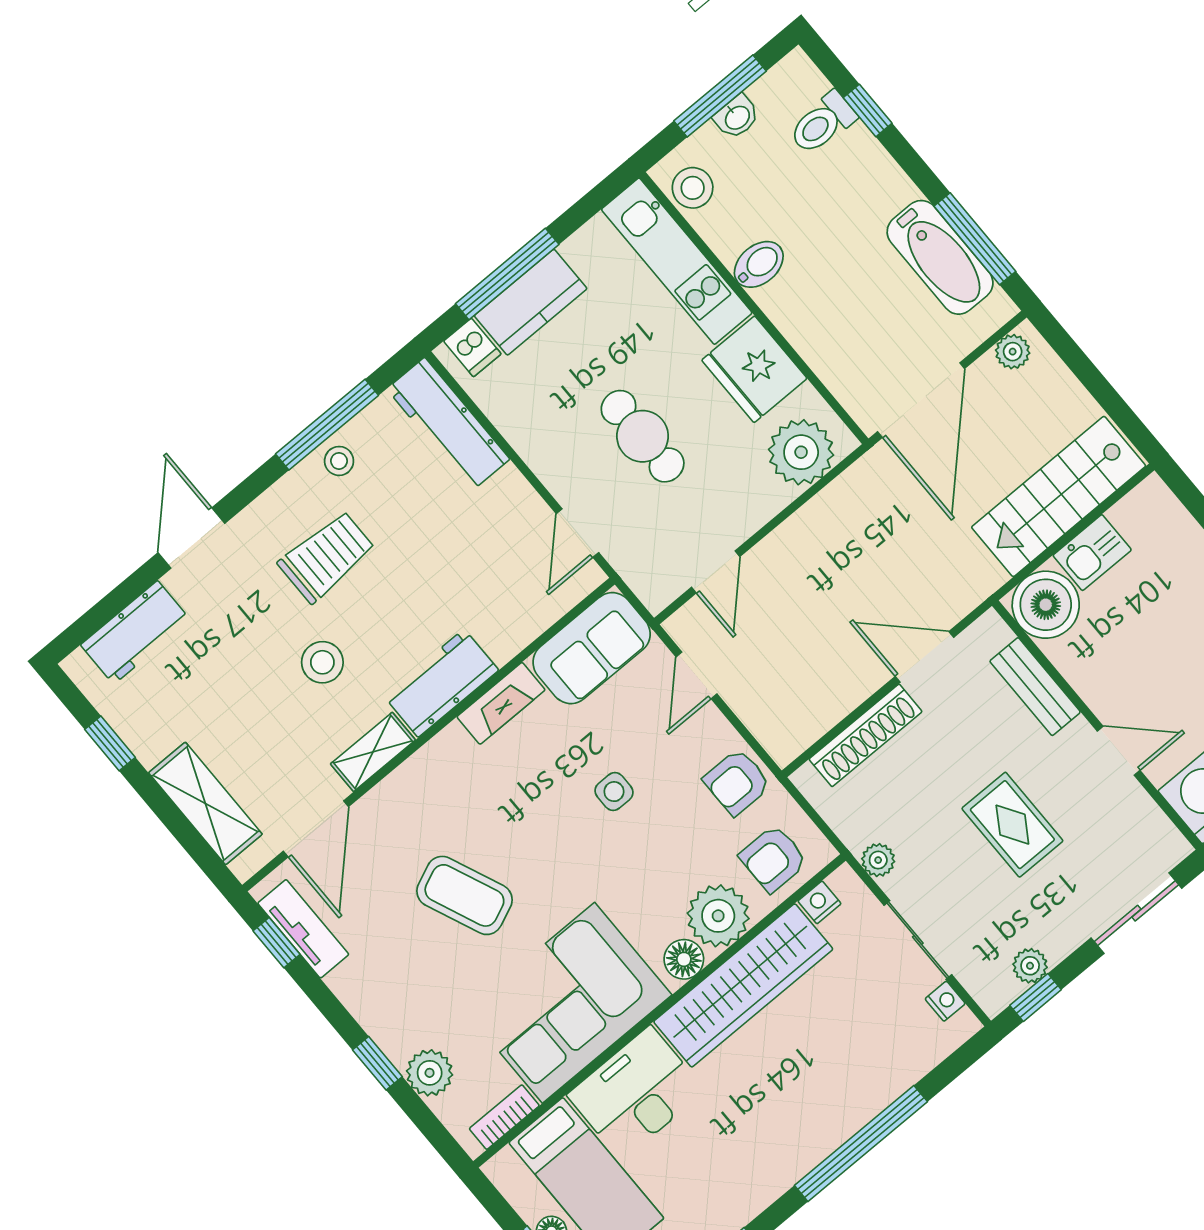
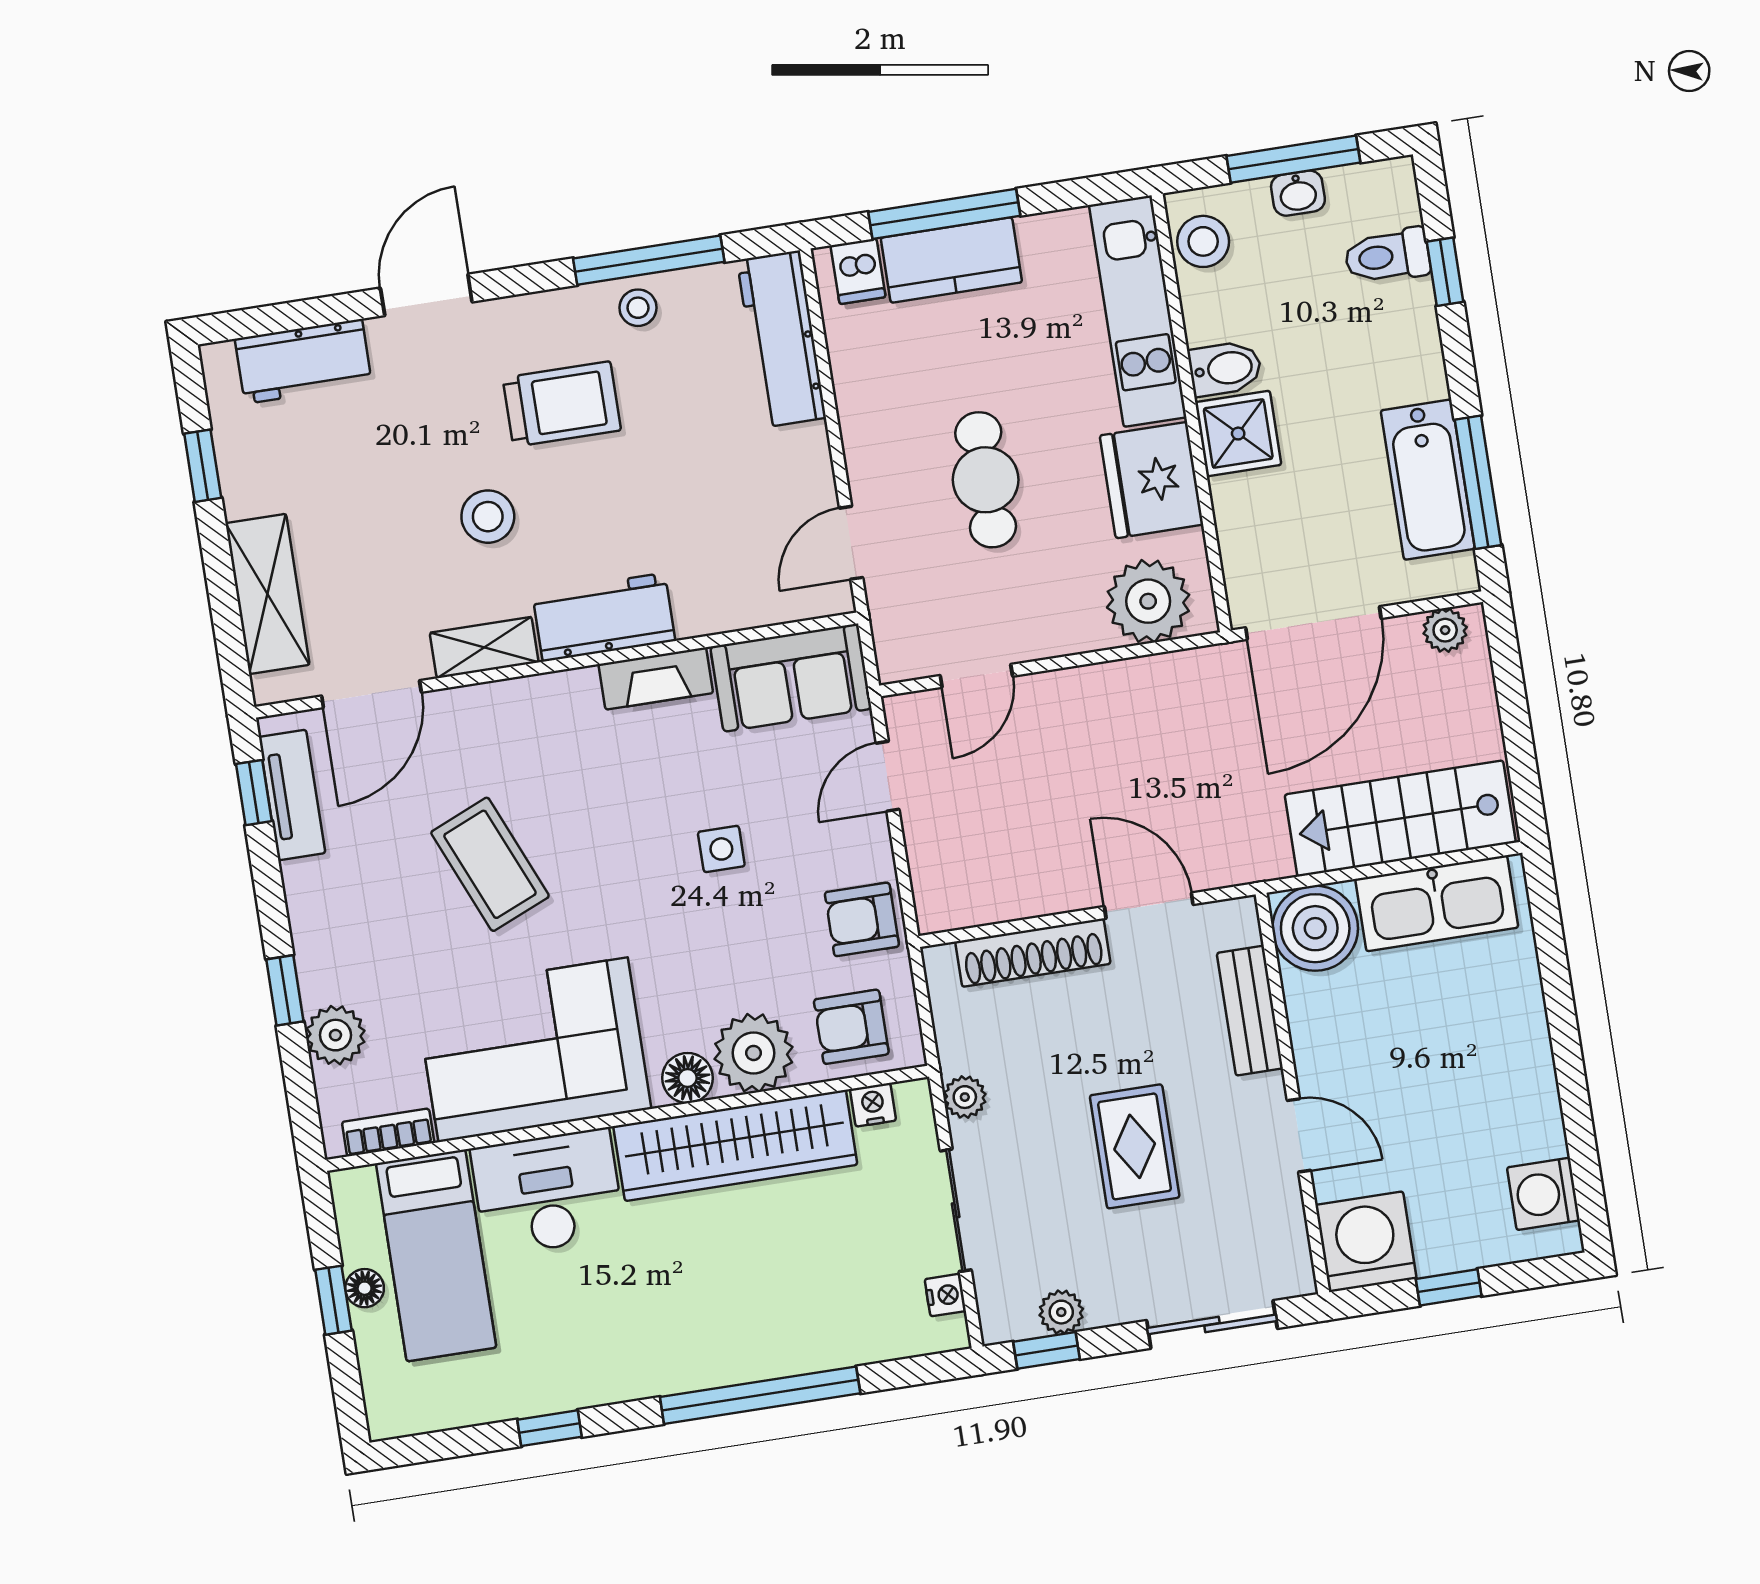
shower: (794, 303) -> (1238, 434), added
kitchen sink: (1092, 553) -> (1437, 903), width x1.87, depth x1.24

